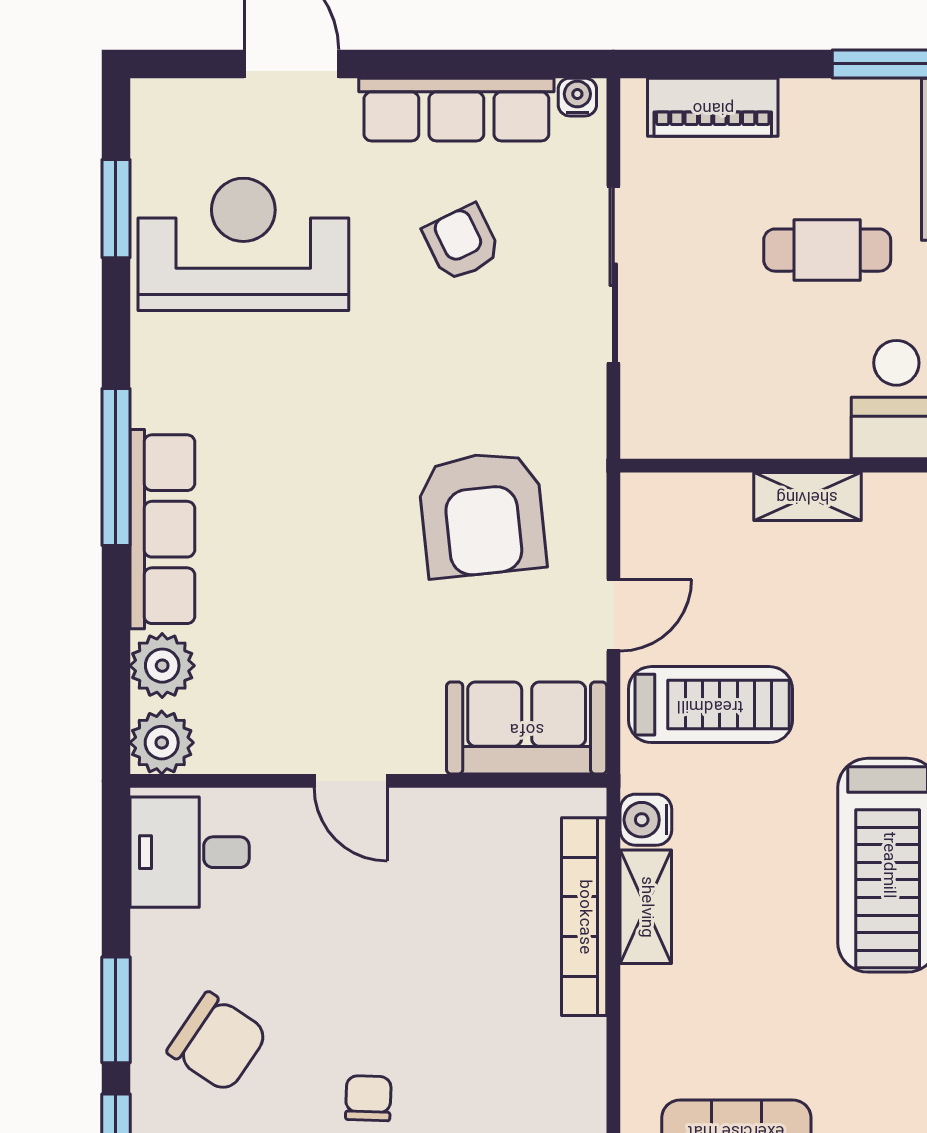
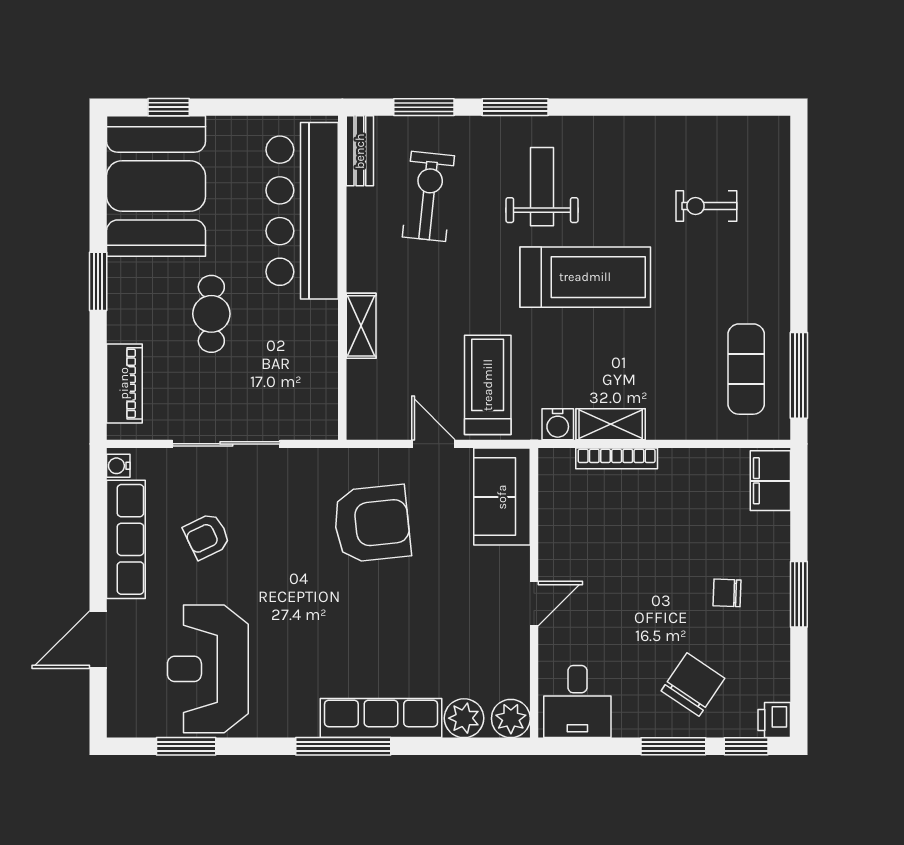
bookcase: (584, 917) -> (617, 458), width x0.68, depth x0.76

